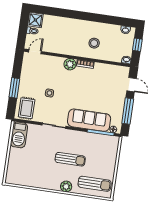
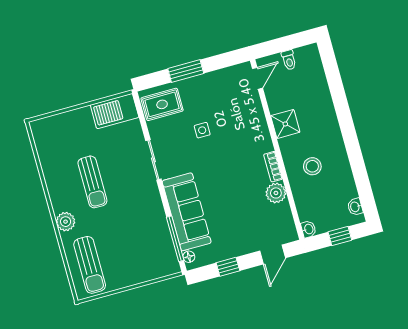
shower: (35, 20) -> (285, 124), moved
door: (35, 52) -> (258, 78), hinge flipped
plant: (70, 64) -> (276, 193), moved
window: (128, 111) -> (228, 267), width x0.46
sun lounger: (70, 159) -> (92, 182), moved

